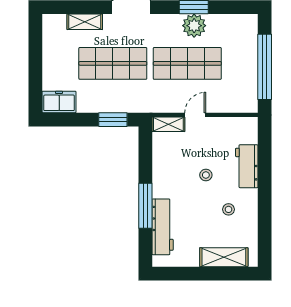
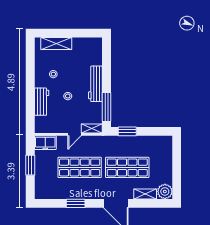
plant: (194, 26) -> (165, 191), moved
window: (265, 67) -> (30, 165), width x0.47
freezer: (59, 102) -> (45, 143), moved
window: (145, 206) -> (106, 107), moved
workbench: (163, 227) -> (95, 84), moved

